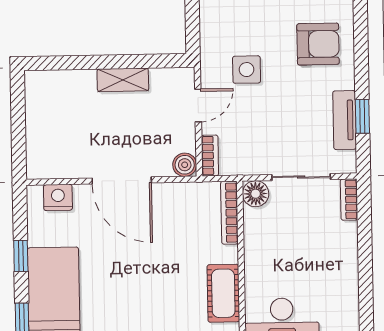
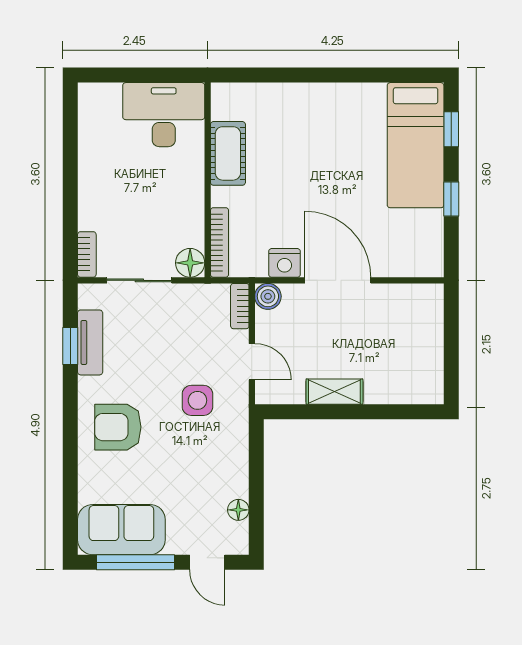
door: (198, 105) -> (252, 362), swing flipped
nightstand: (58, 197) -> (285, 263), moved

